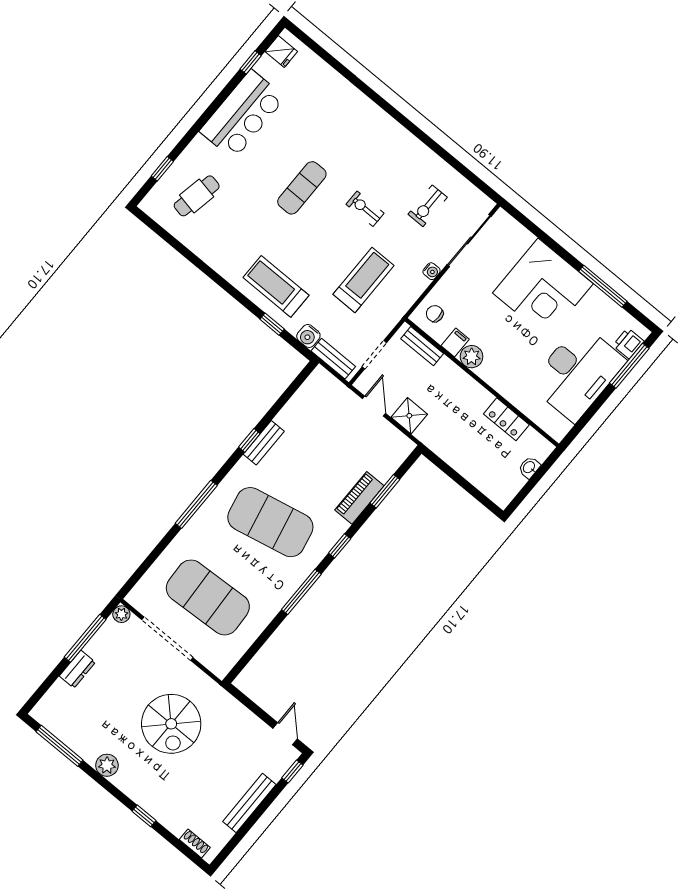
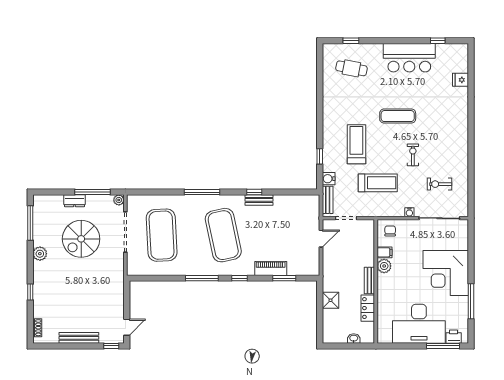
fridge: (281, 52) -> (460, 80), moved, turned 90
treadmill: (276, 286) -> (356, 144), moved
bench: (422, 346) -> (369, 280), moved
shower: (409, 416) -> (331, 300), moved
spiral stairs: (171, 724) -> (81, 239), moved

